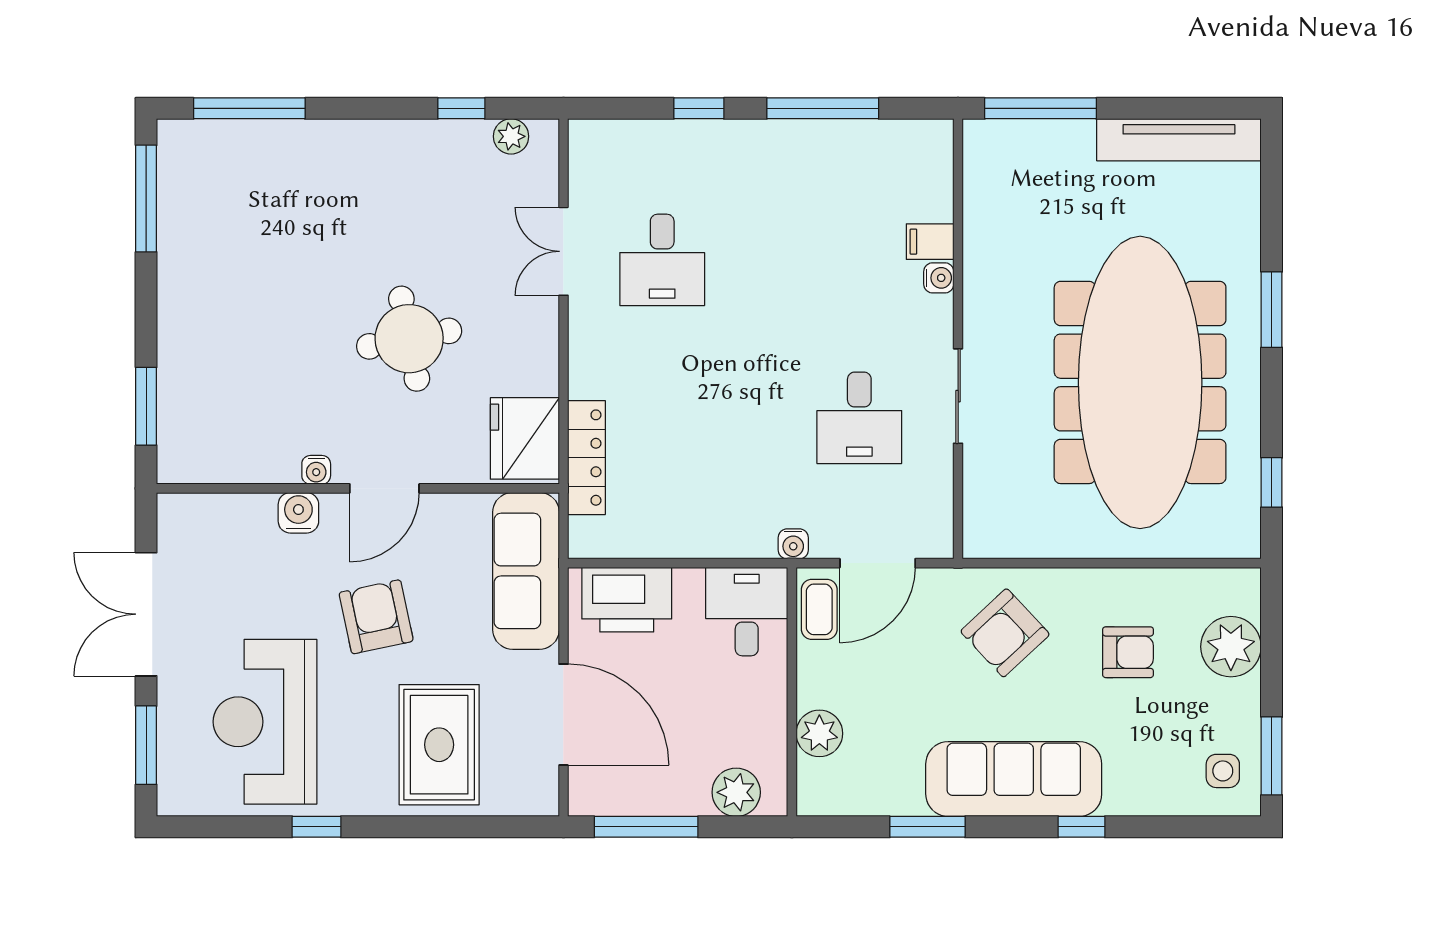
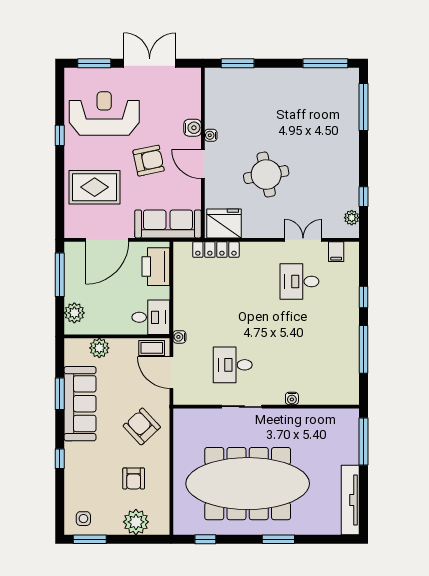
filing cabinet: (930, 242) -> (336, 252), moved, turned 180
sofa: (1014, 779) -> (80, 404), moved

